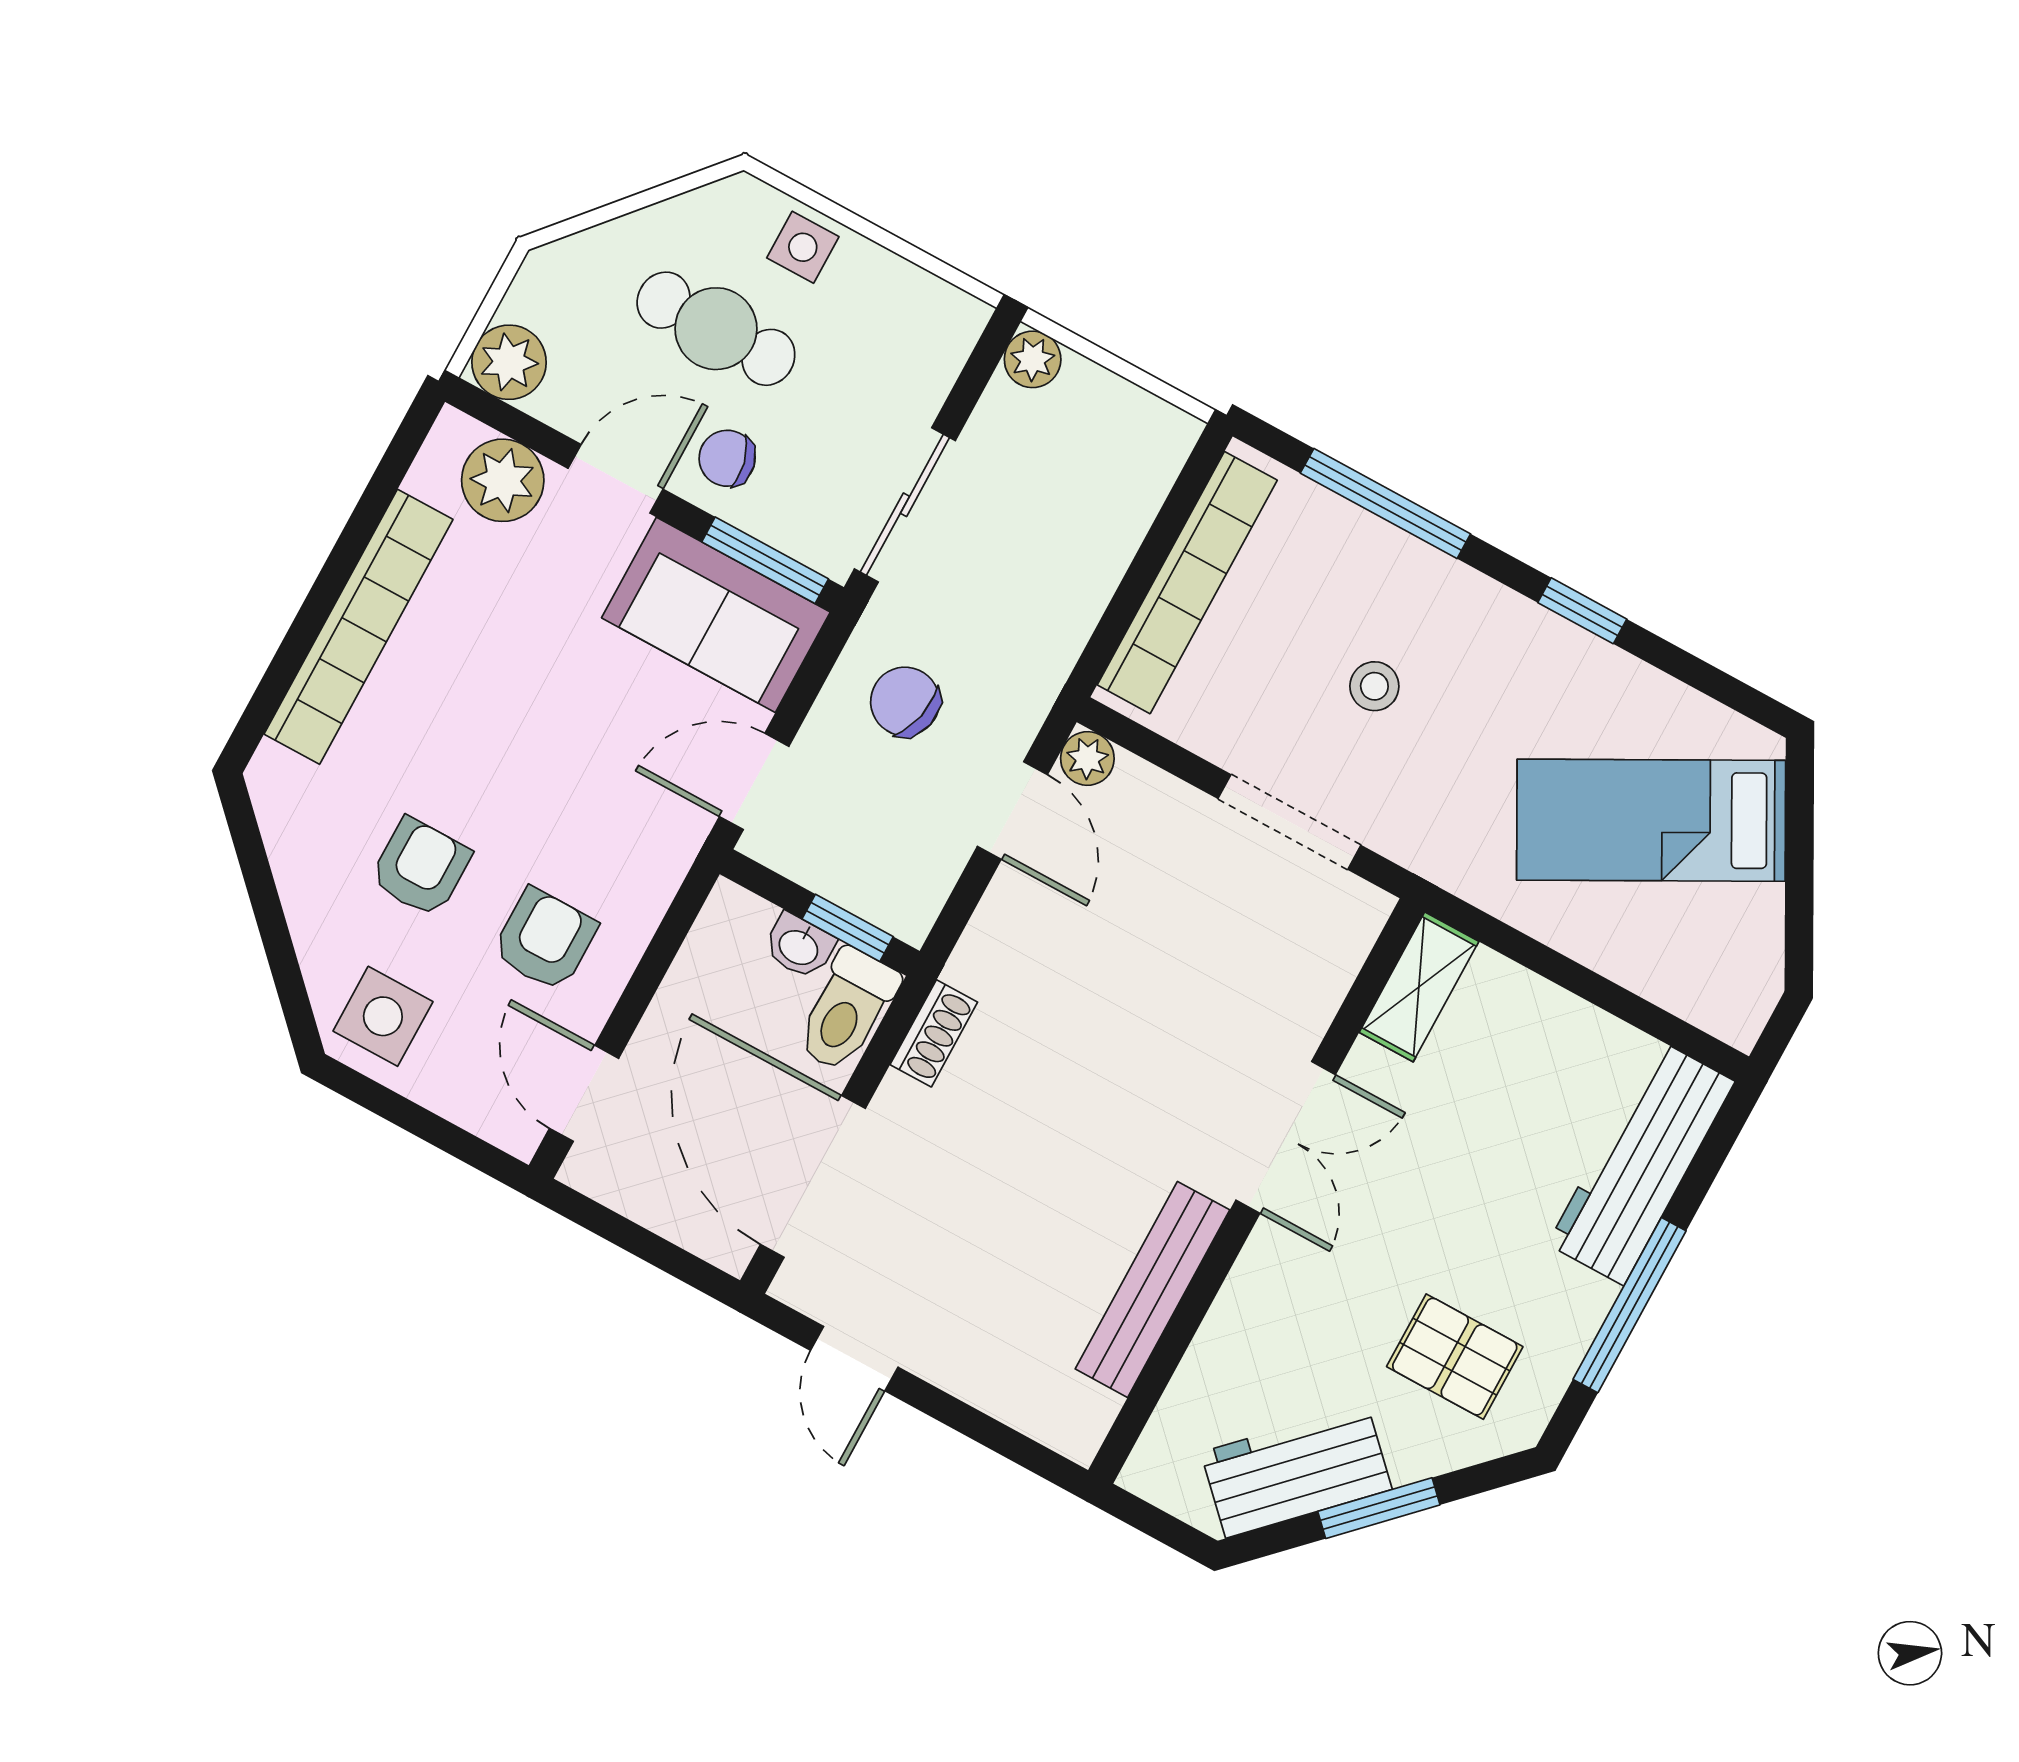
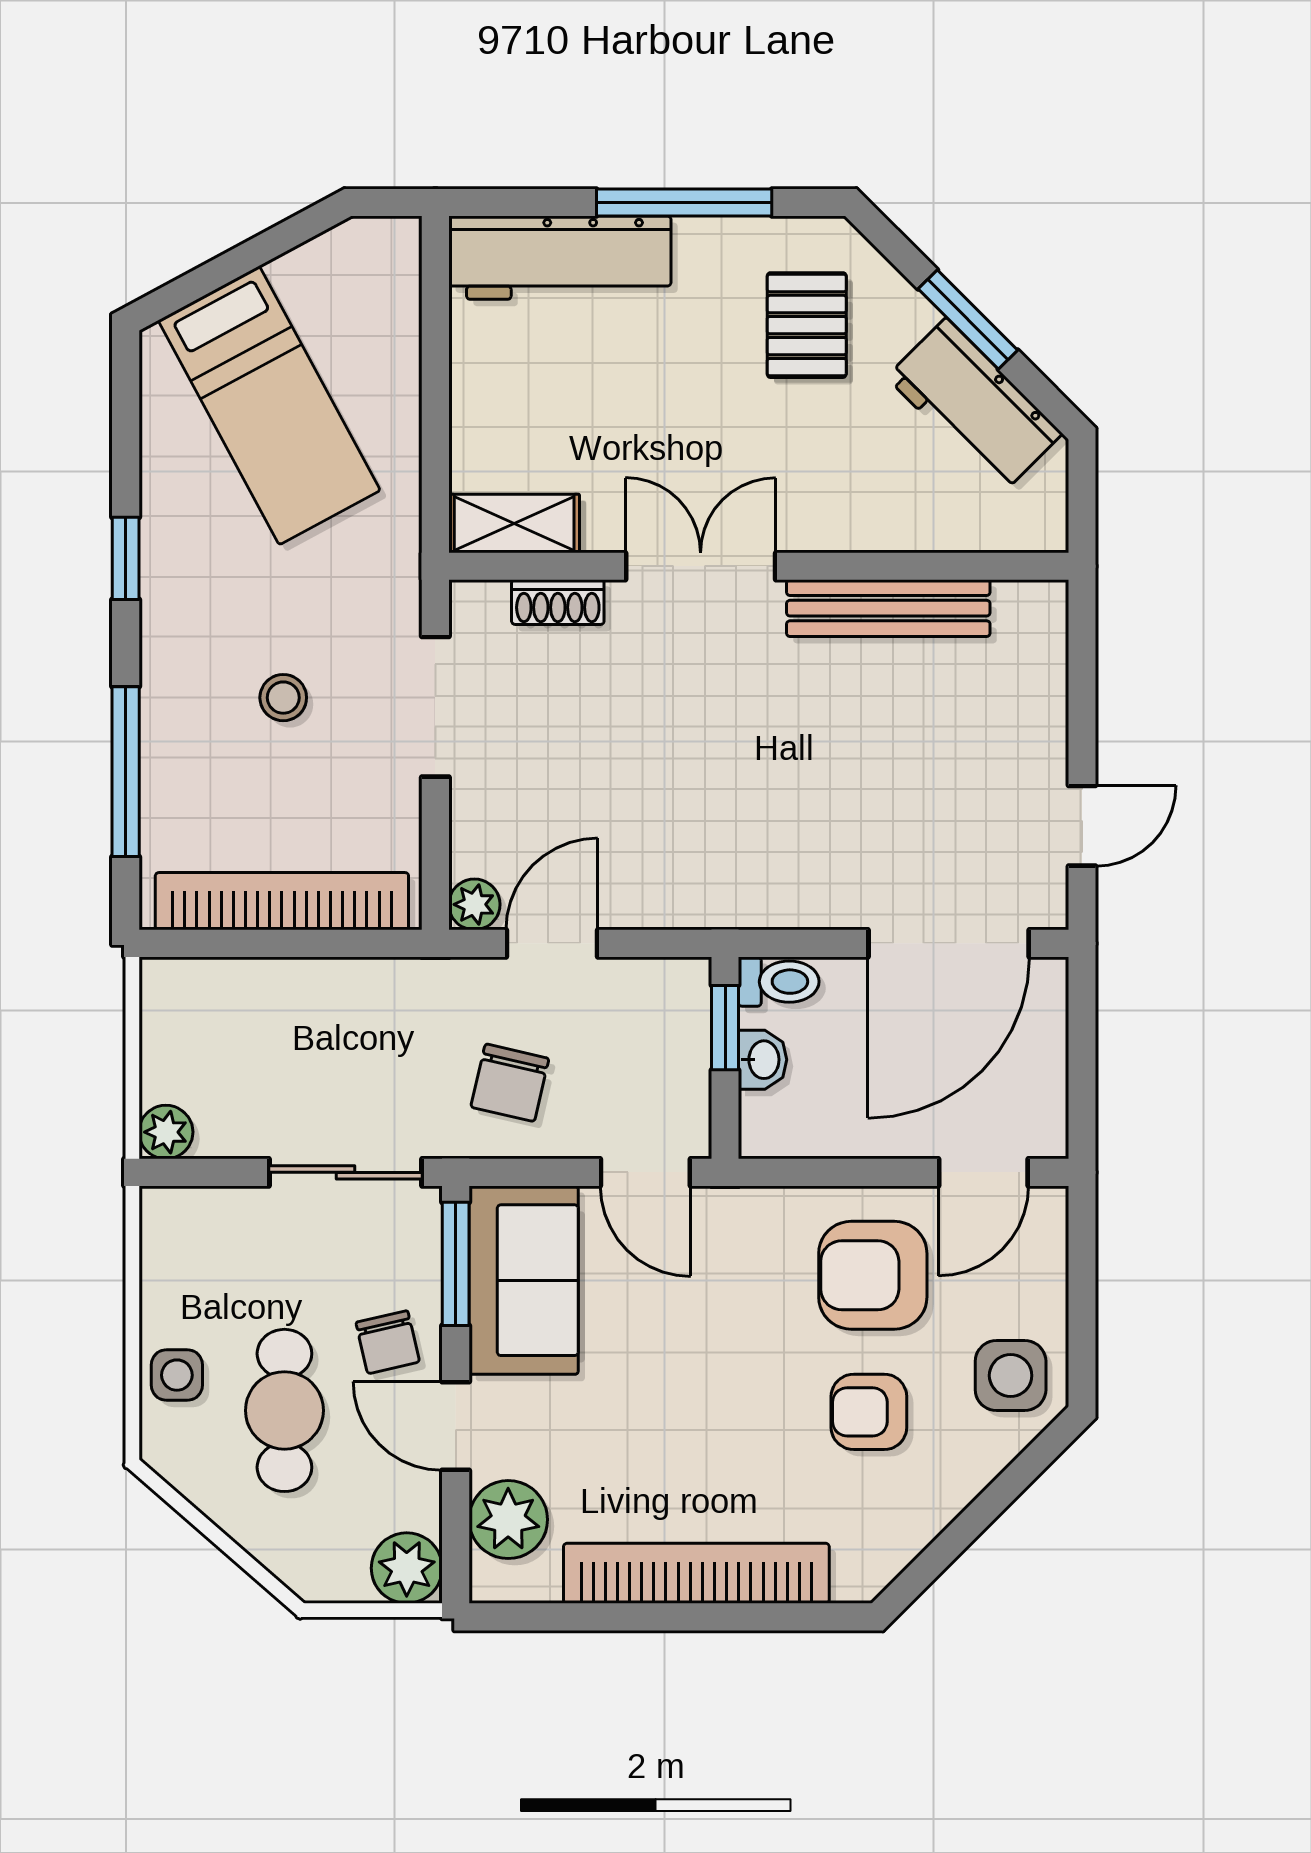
armchair: (545, 940) -> (873, 1275), width x1.38, depth x1.38
toilet: (847, 1010) -> (779, 982), width x0.73, depth x0.72
shoe rack: (934, 1033) -> (558, 602), moved, turned 180

